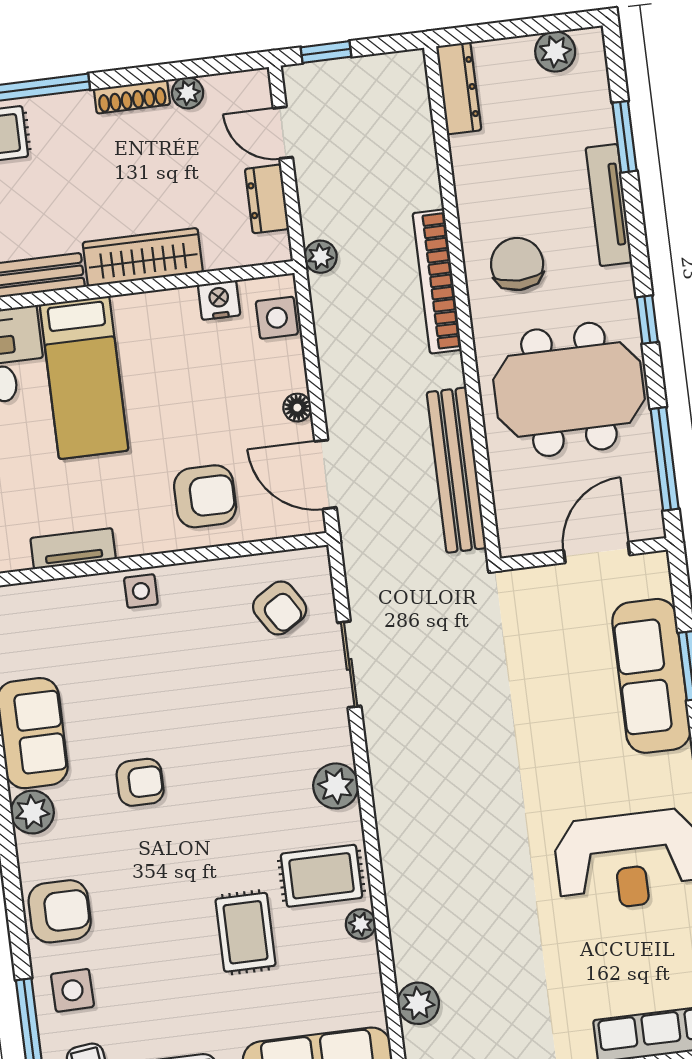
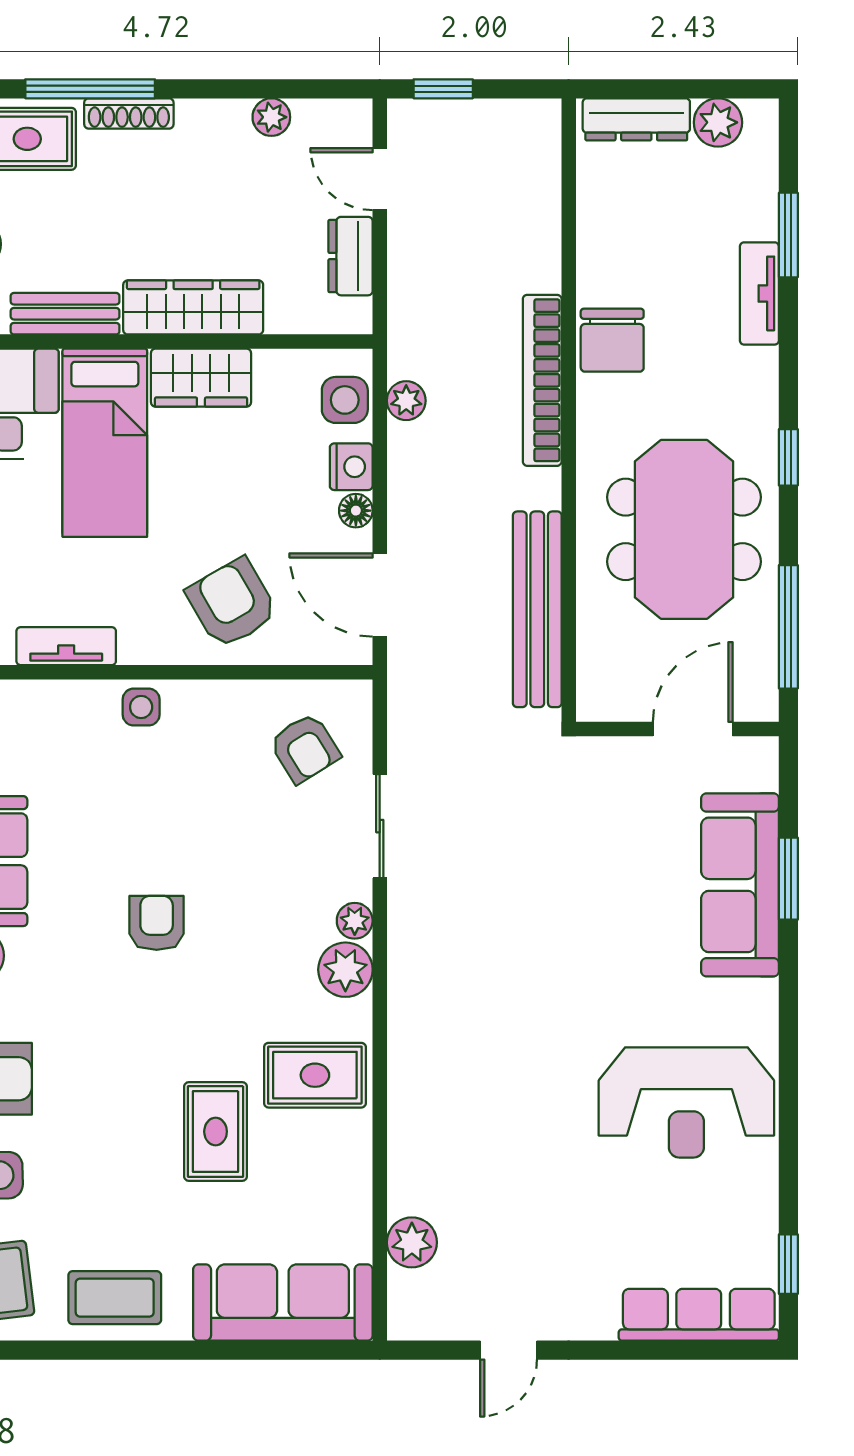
dresser: (459, 88) -> (636, 119), moved, turned 90
shoe rack: (132, 97) -> (129, 113), moved
tv unit: (609, 205) -> (759, 293), width x0.71
plant: (321, 257) -> (406, 401), moved
chair: (517, 264) -> (612, 340), moved, turned 180
nightstand: (219, 300) -> (351, 467), moved, turned 90
wardrobe: (156, 314) -> (201, 378), added
meeting table: (569, 389) -> (684, 529), turned 90
armchair: (205, 496) -> (232, 603), turned -120
armchair: (140, 782) -> (157, 923), moved, turned -90
plant: (361, 924) -> (355, 921), moved

